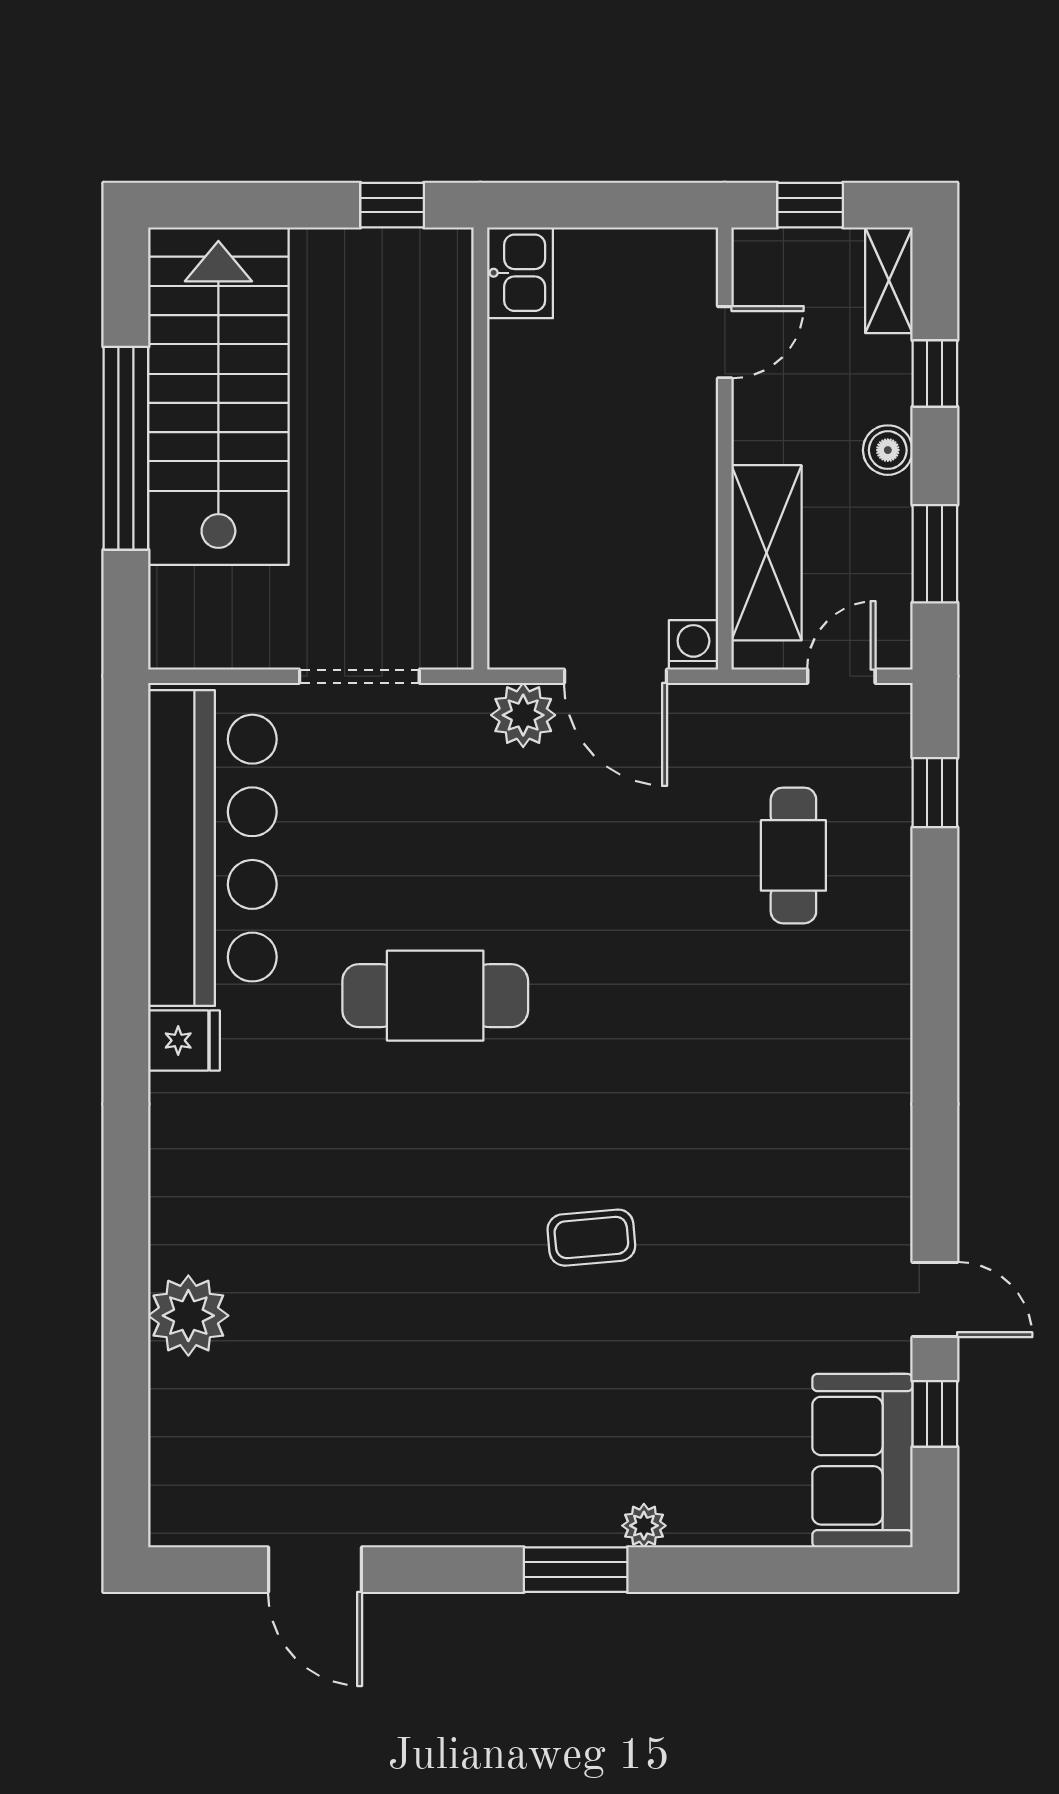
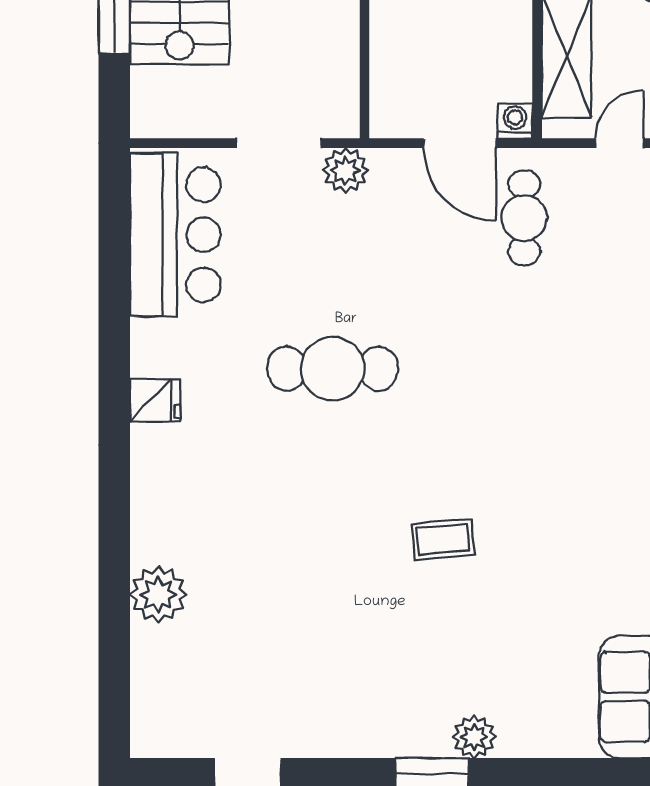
plant: (523, 715) -> (345, 171), moved
bar counter: (212, 848) -> (175, 235), width x0.73
cafe table: (793, 855) -> (524, 218), moved
plant: (644, 1526) -> (474, 737), width x1.38, depth x1.38

